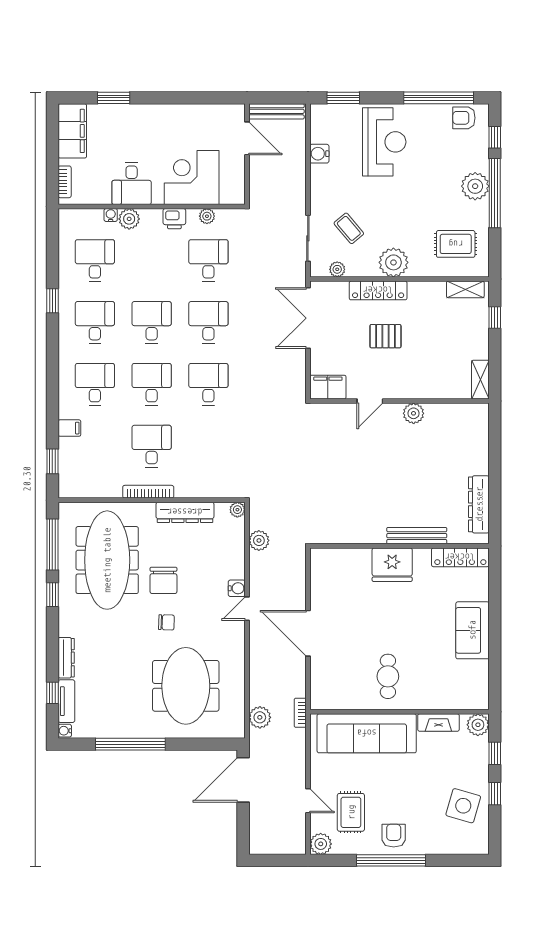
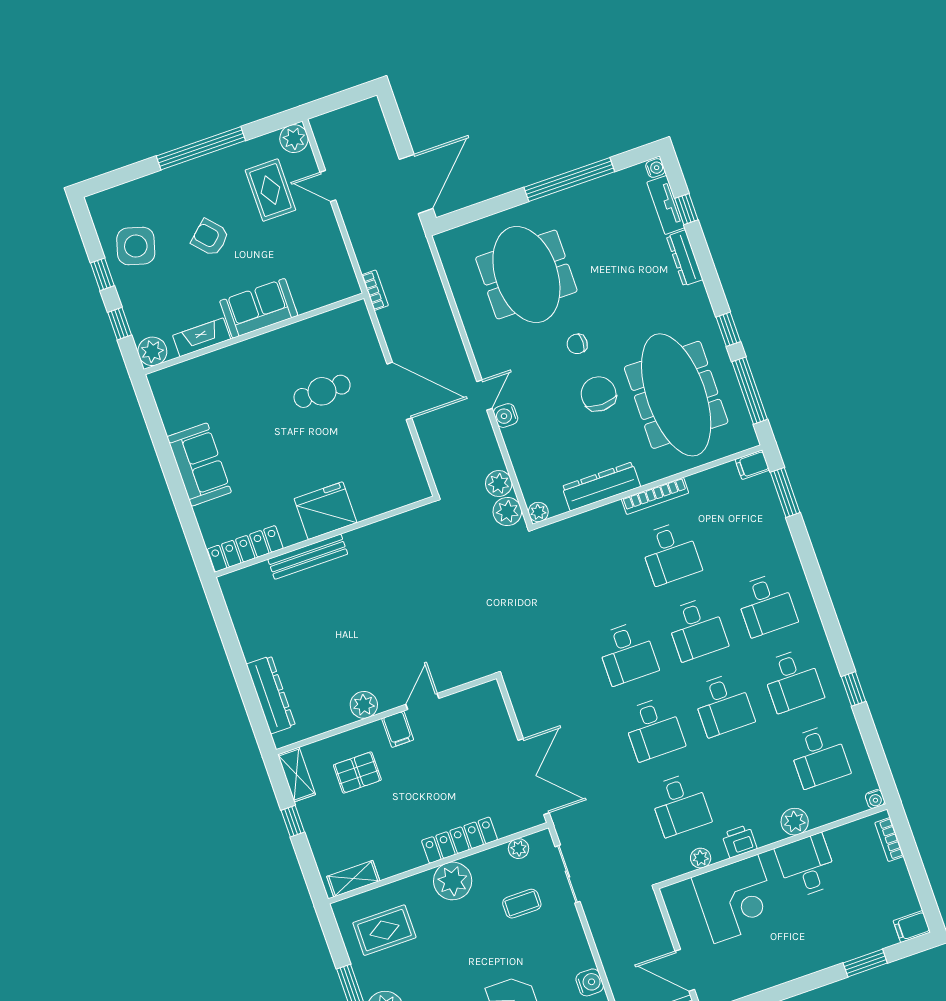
filing cabinet: (72, 131) -> (912, 926), width x0.33, depth x0.86
water cooler: (111, 215) -> (875, 799), moved
coffee table: (349, 228) -> (522, 904), turned -50
window: (495, 317) -> (293, 821), moved
pallet: (385, 336) -> (357, 773), moved
filing cabinet: (328, 387) -> (398, 729), moved, width x0.50
filing cabinet: (69, 428) -> (752, 465), moved
window: (52, 461) -> (785, 492), width x1.50
dresser: (479, 504) -> (271, 695), moved
cafe table: (388, 676) -> (322, 391), moved, turned 90
plant: (260, 717) -> (507, 512), moved
sofa: (367, 733) -> (259, 308), width x0.54, depth x0.79
armchair: (394, 836) -> (210, 237), moved, turned 138

